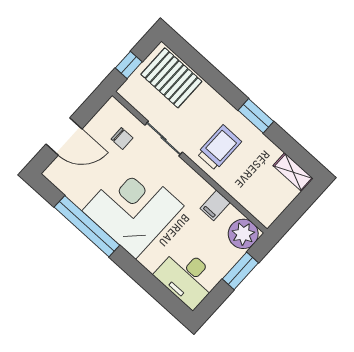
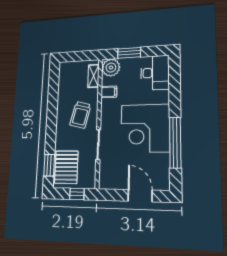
window: (256, 116) -> (49, 165), moved
chair: (122, 138) -> (116, 165), removed
trolley: (219, 148) -> (80, 115), turned -76
shelving: (293, 172) -> (94, 76), moved

